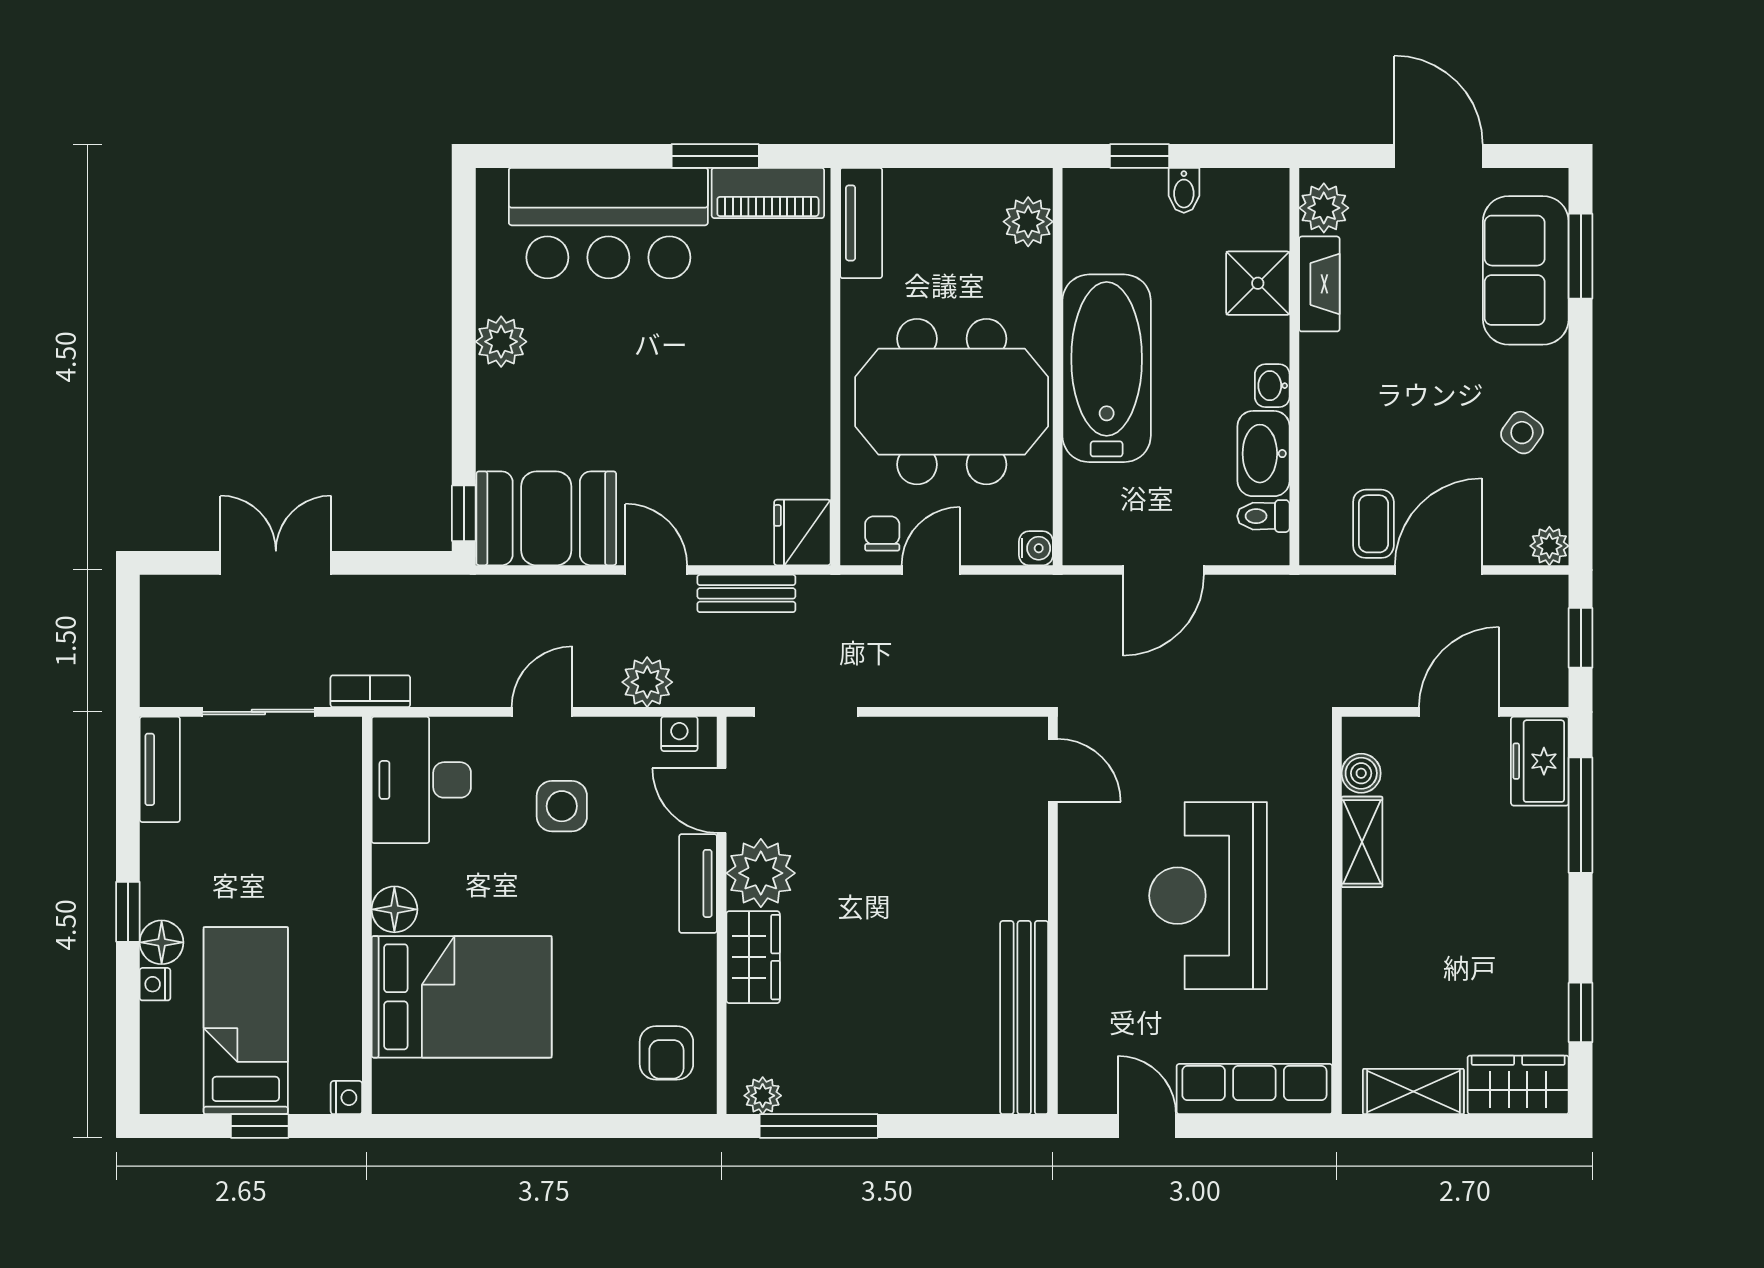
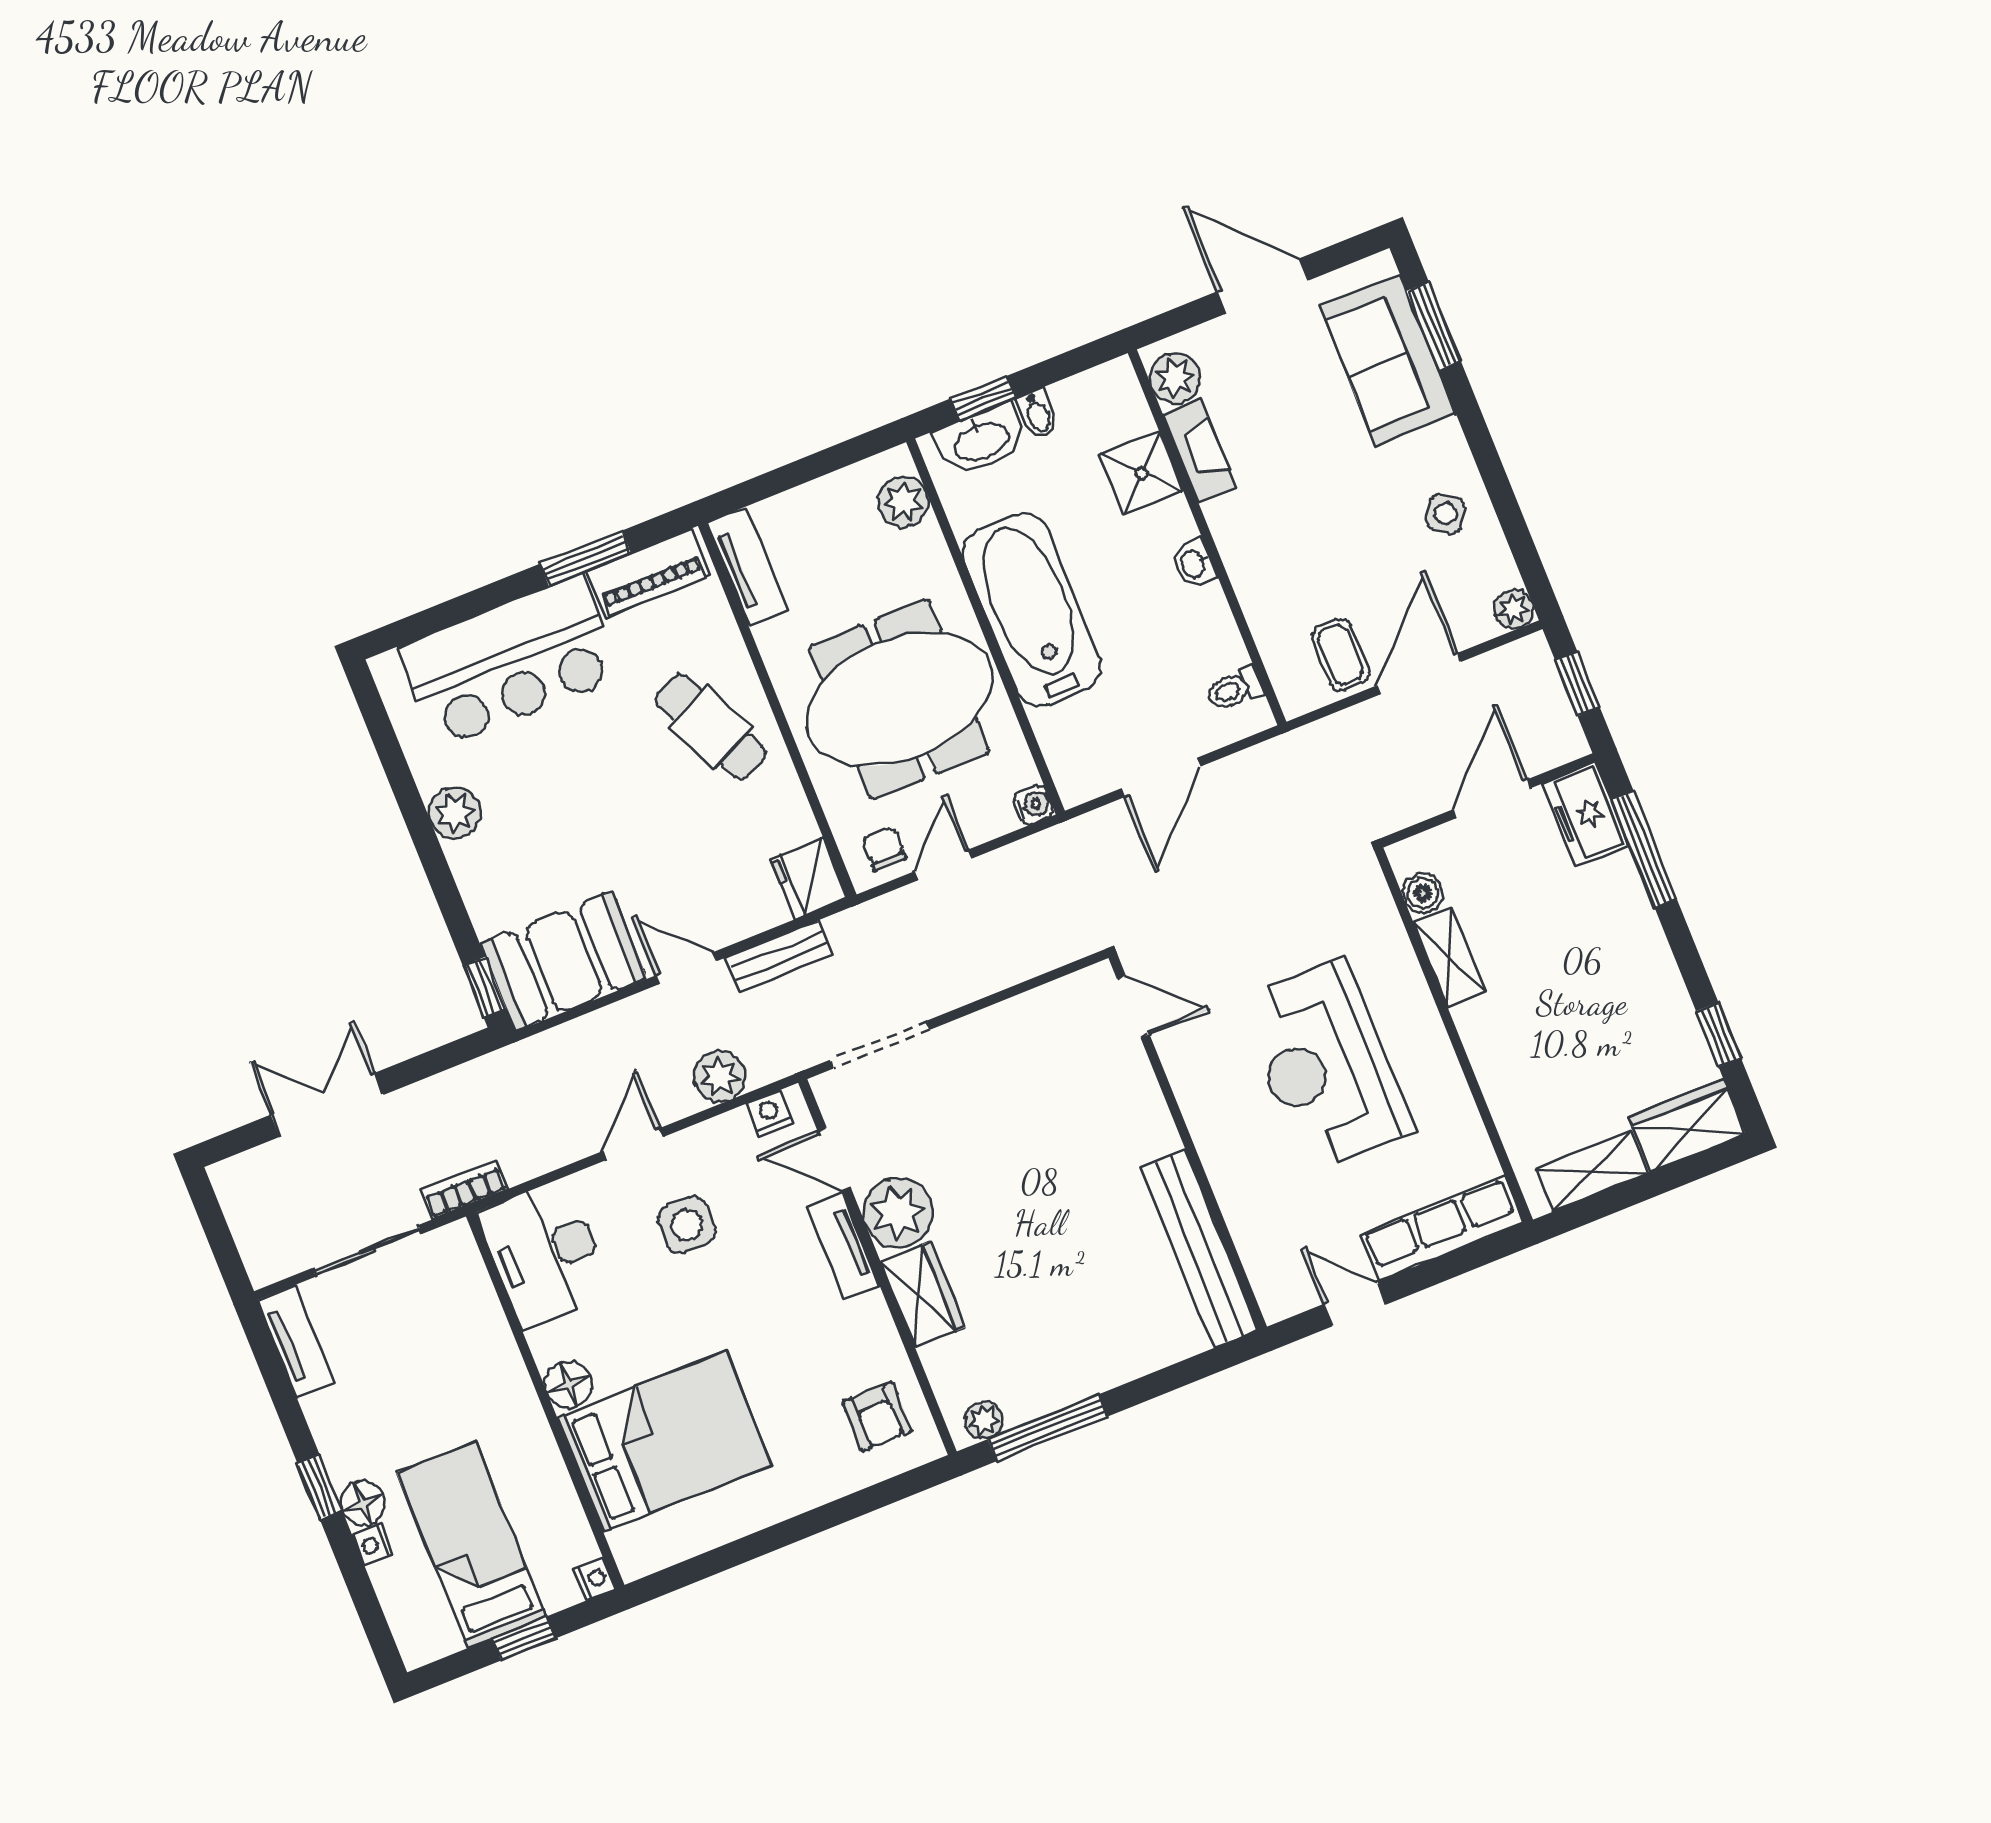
cafe table: (768, 357) -> (711, 727), added
washbasin: (1263, 454) -> (981, 441), moved, turned -90

